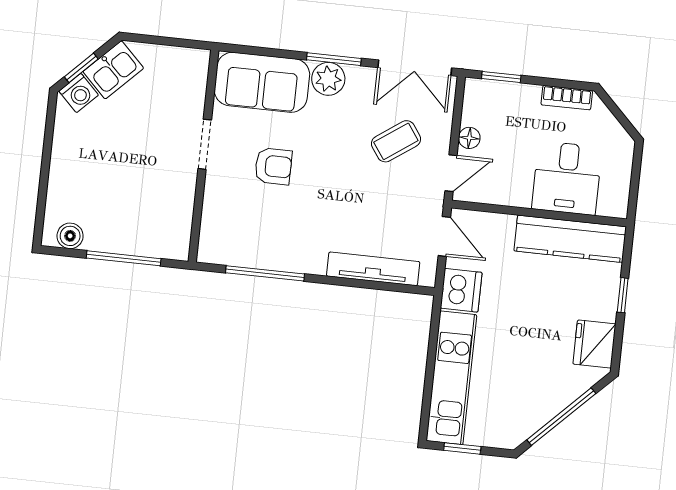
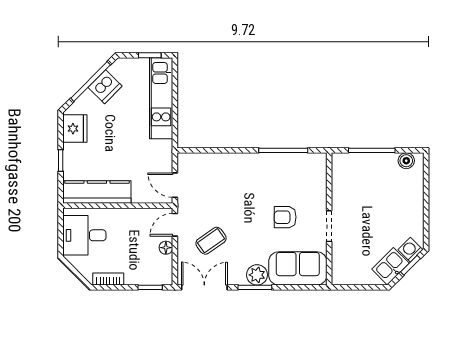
desk: (567, 178) -> (84, 235), moved, turned -90
tv unit: (373, 269) -> (217, 160), removed
dishwasher: (461, 290) -> (105, 87), moved, turned -135

